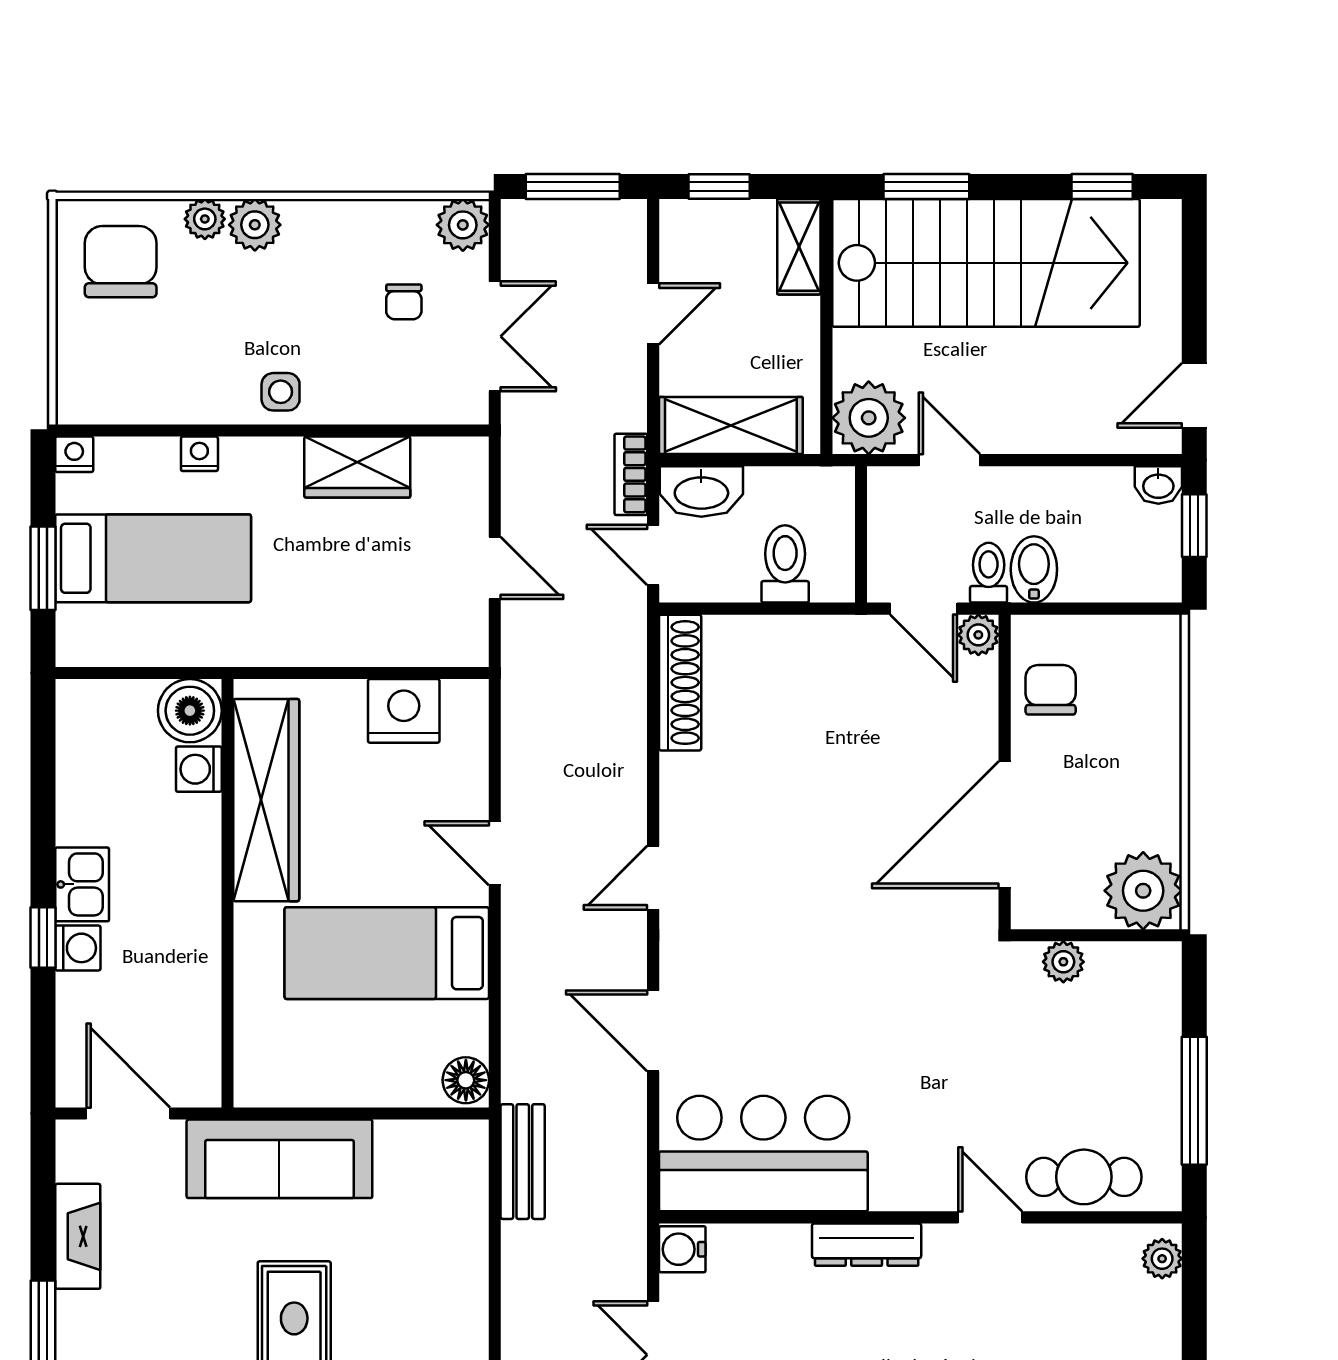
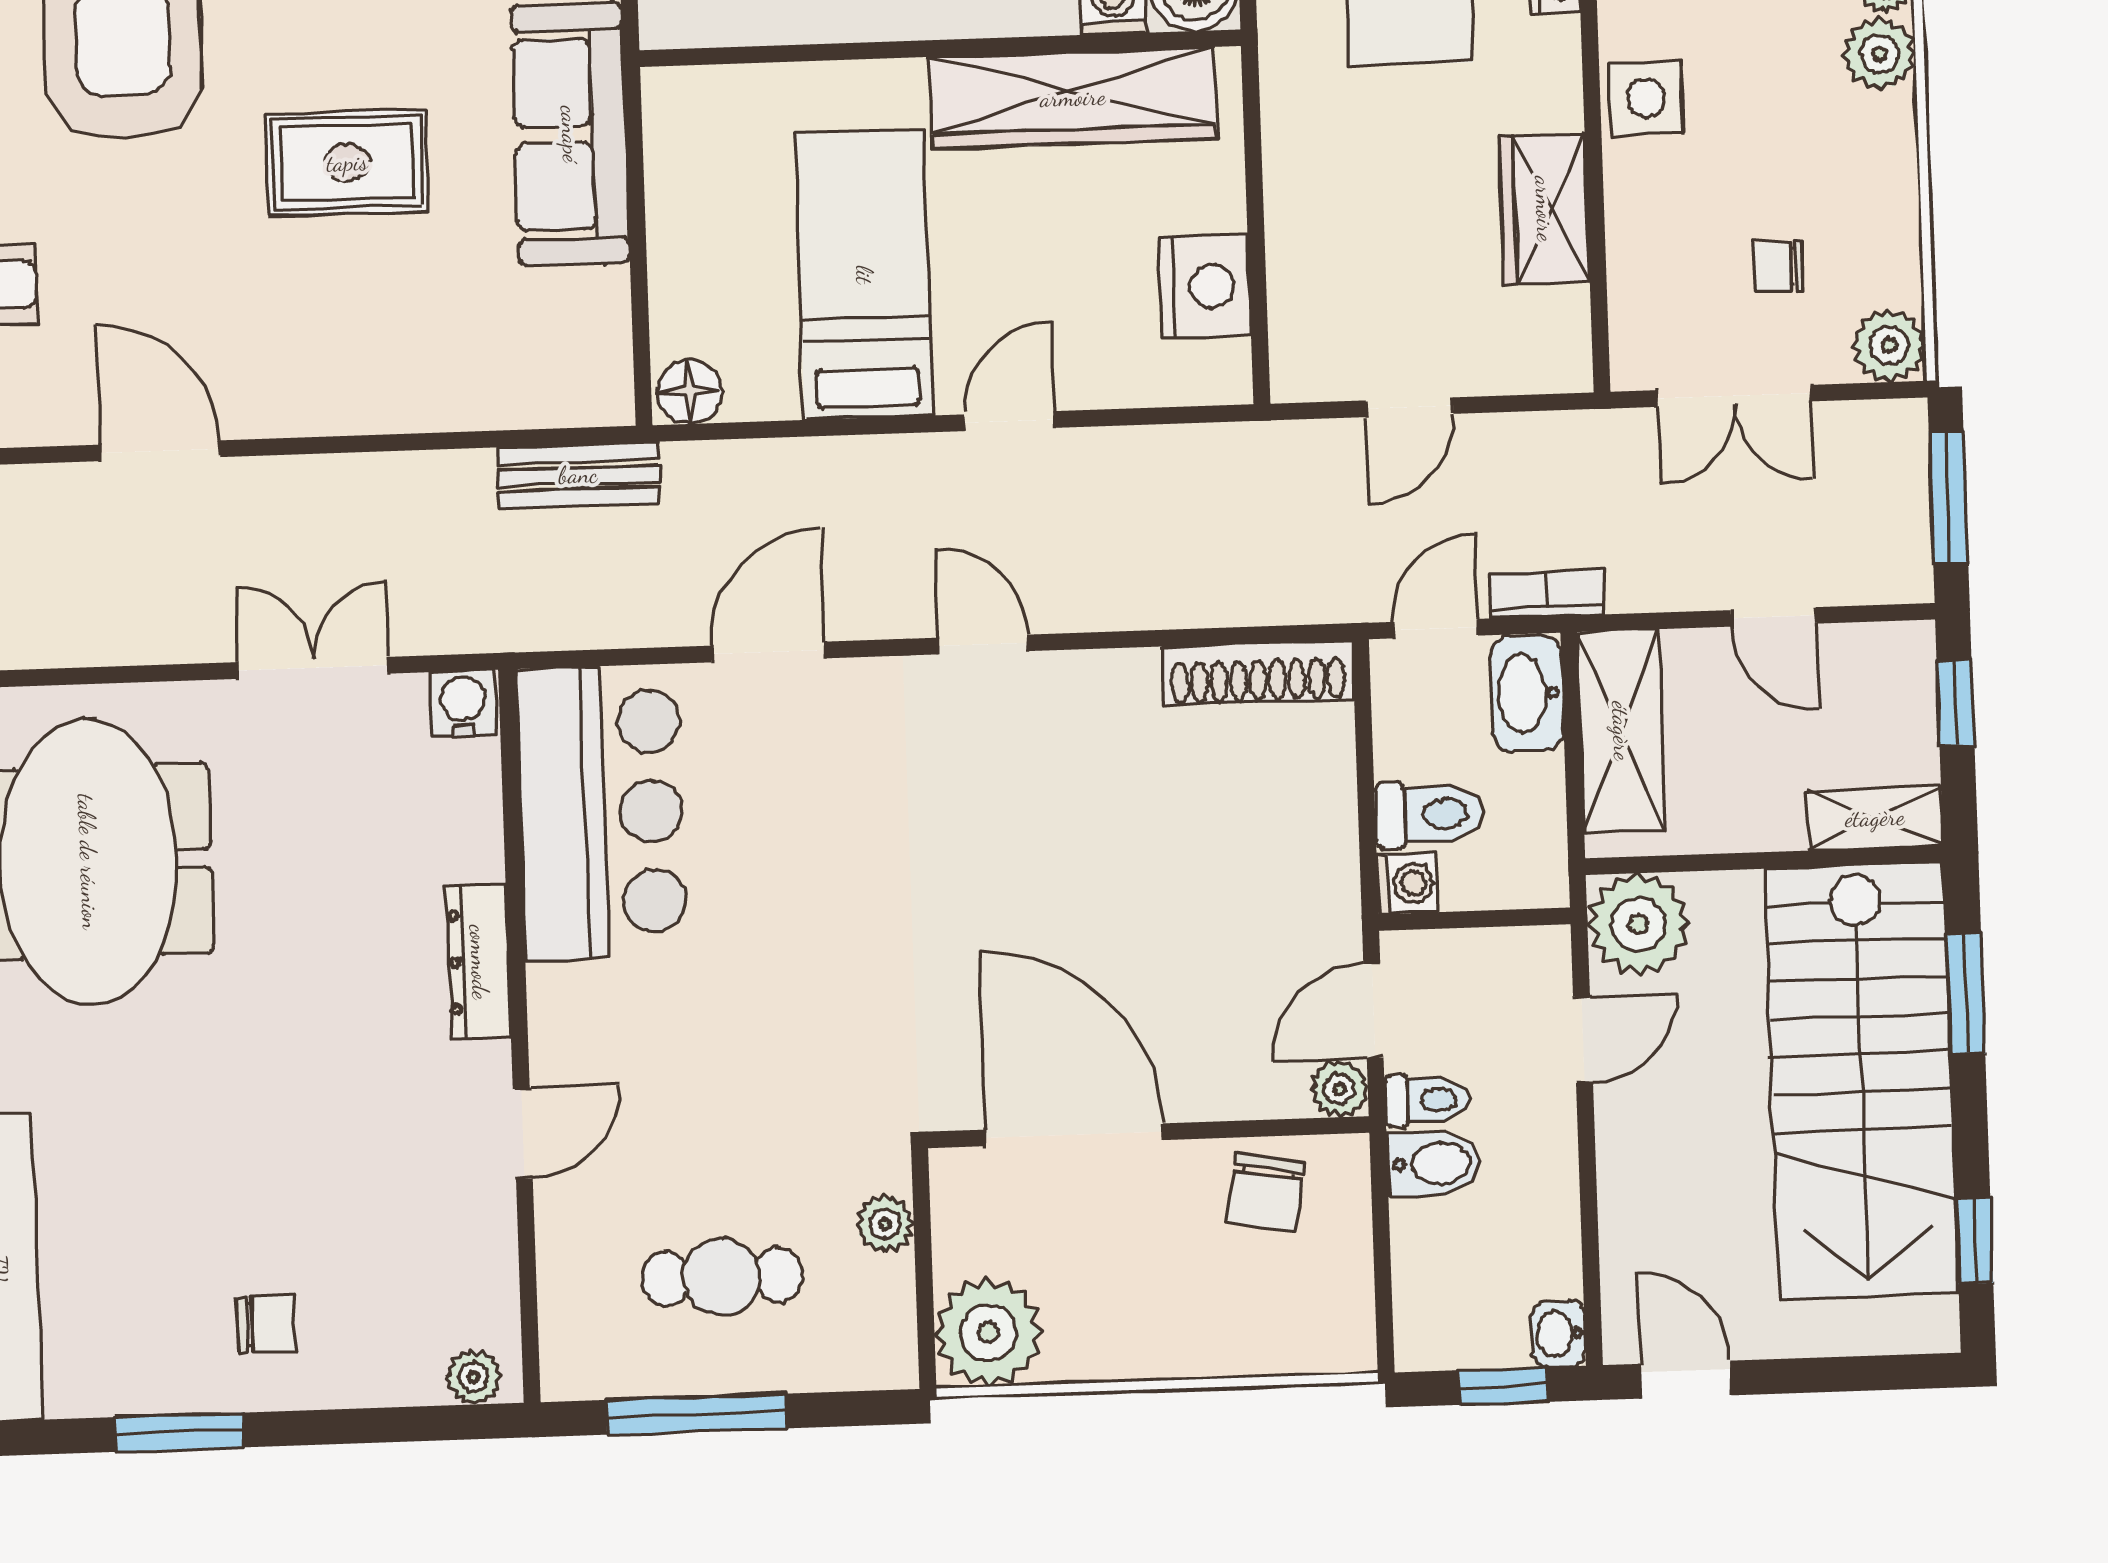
side table: (281, 392) -> (1646, 98), width x1.37, depth x1.37
washing machine: (834, 581) -> (1407, 883), added
chair: (1051, 690) -> (1266, 1193), turned 100
cafe table: (1084, 1177) -> (722, 1277), moved, turned 90

